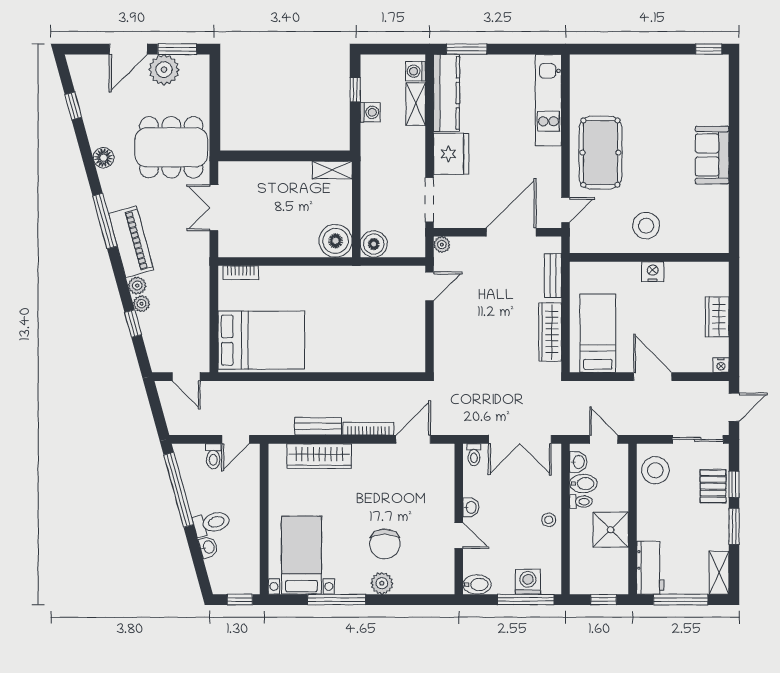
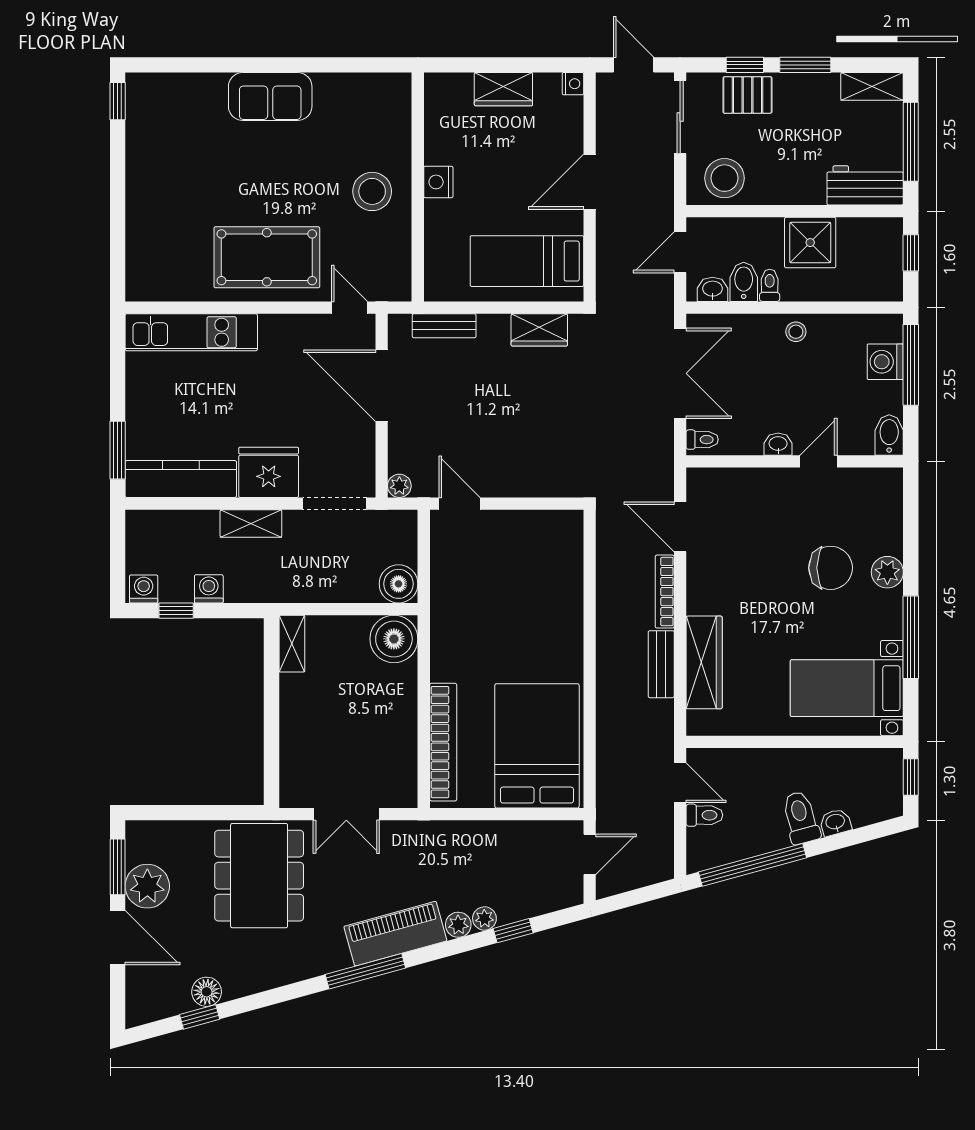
washing machine: (416, 71) -> (144, 589), moved, turned 180
shelving: (416, 104) -> (251, 523), moved
floor lamp: (104, 158) -> (207, 992), moved
bookcase: (241, 273) -> (443, 742), width x2.31, depth x1.31
wardrobe: (550, 332) -> (539, 330), width x0.67

